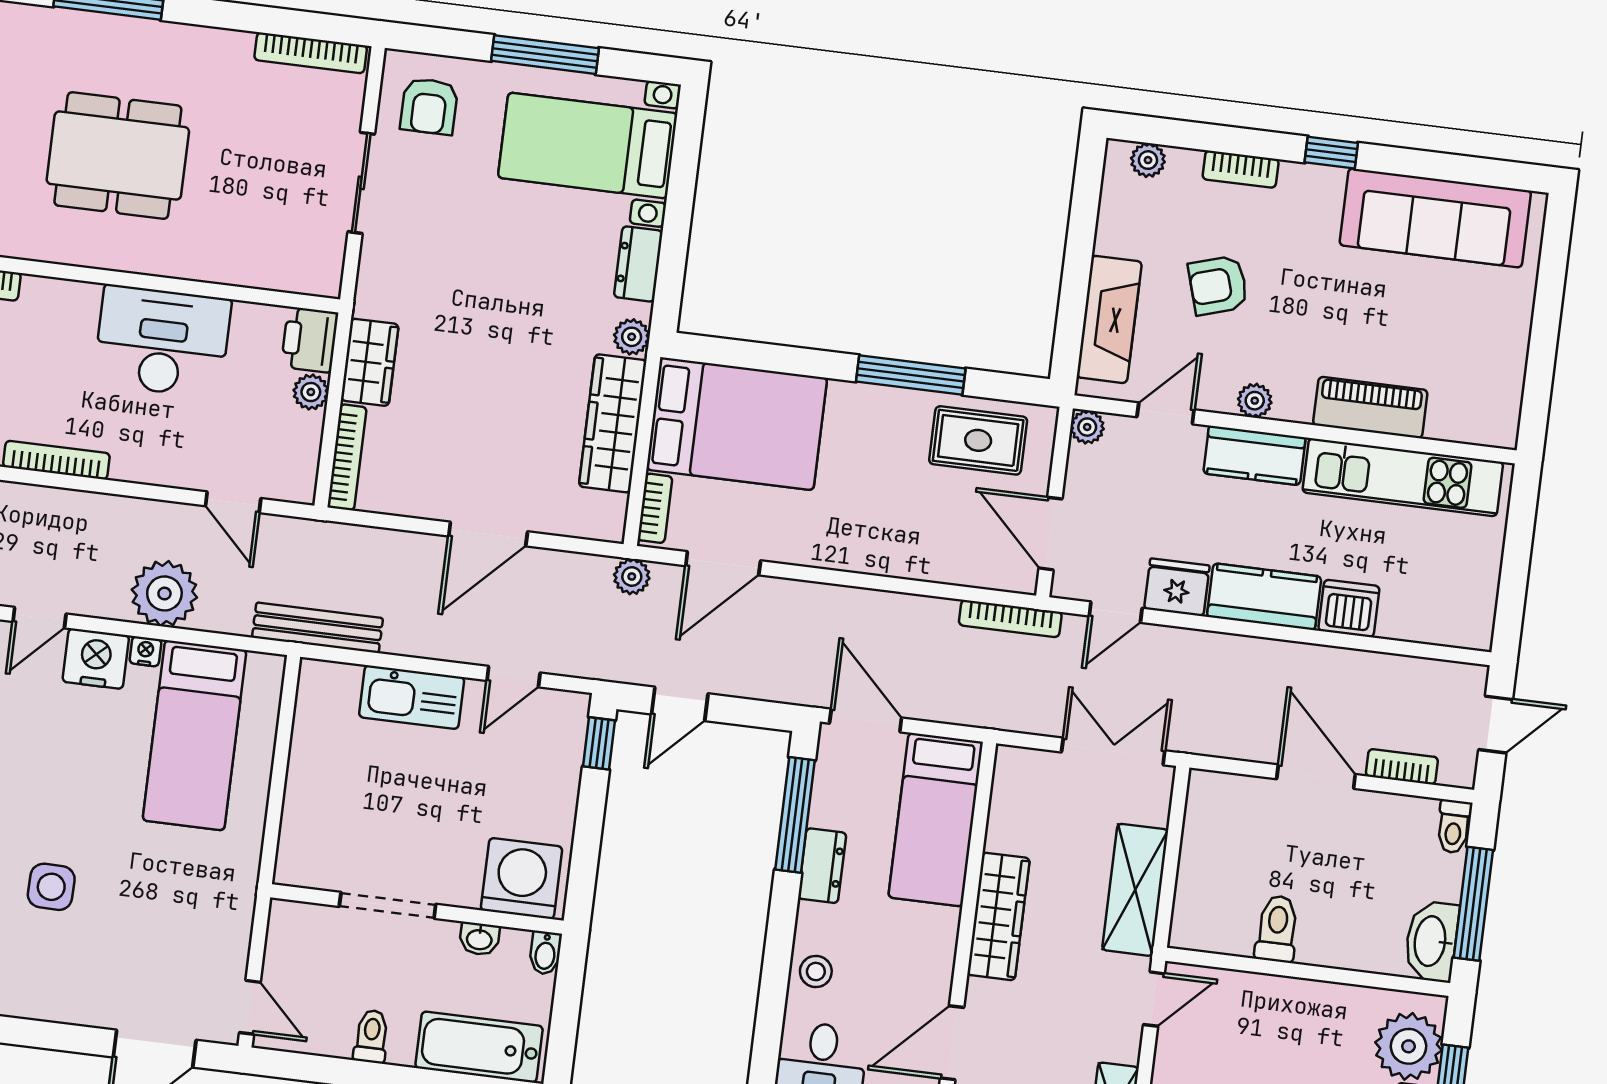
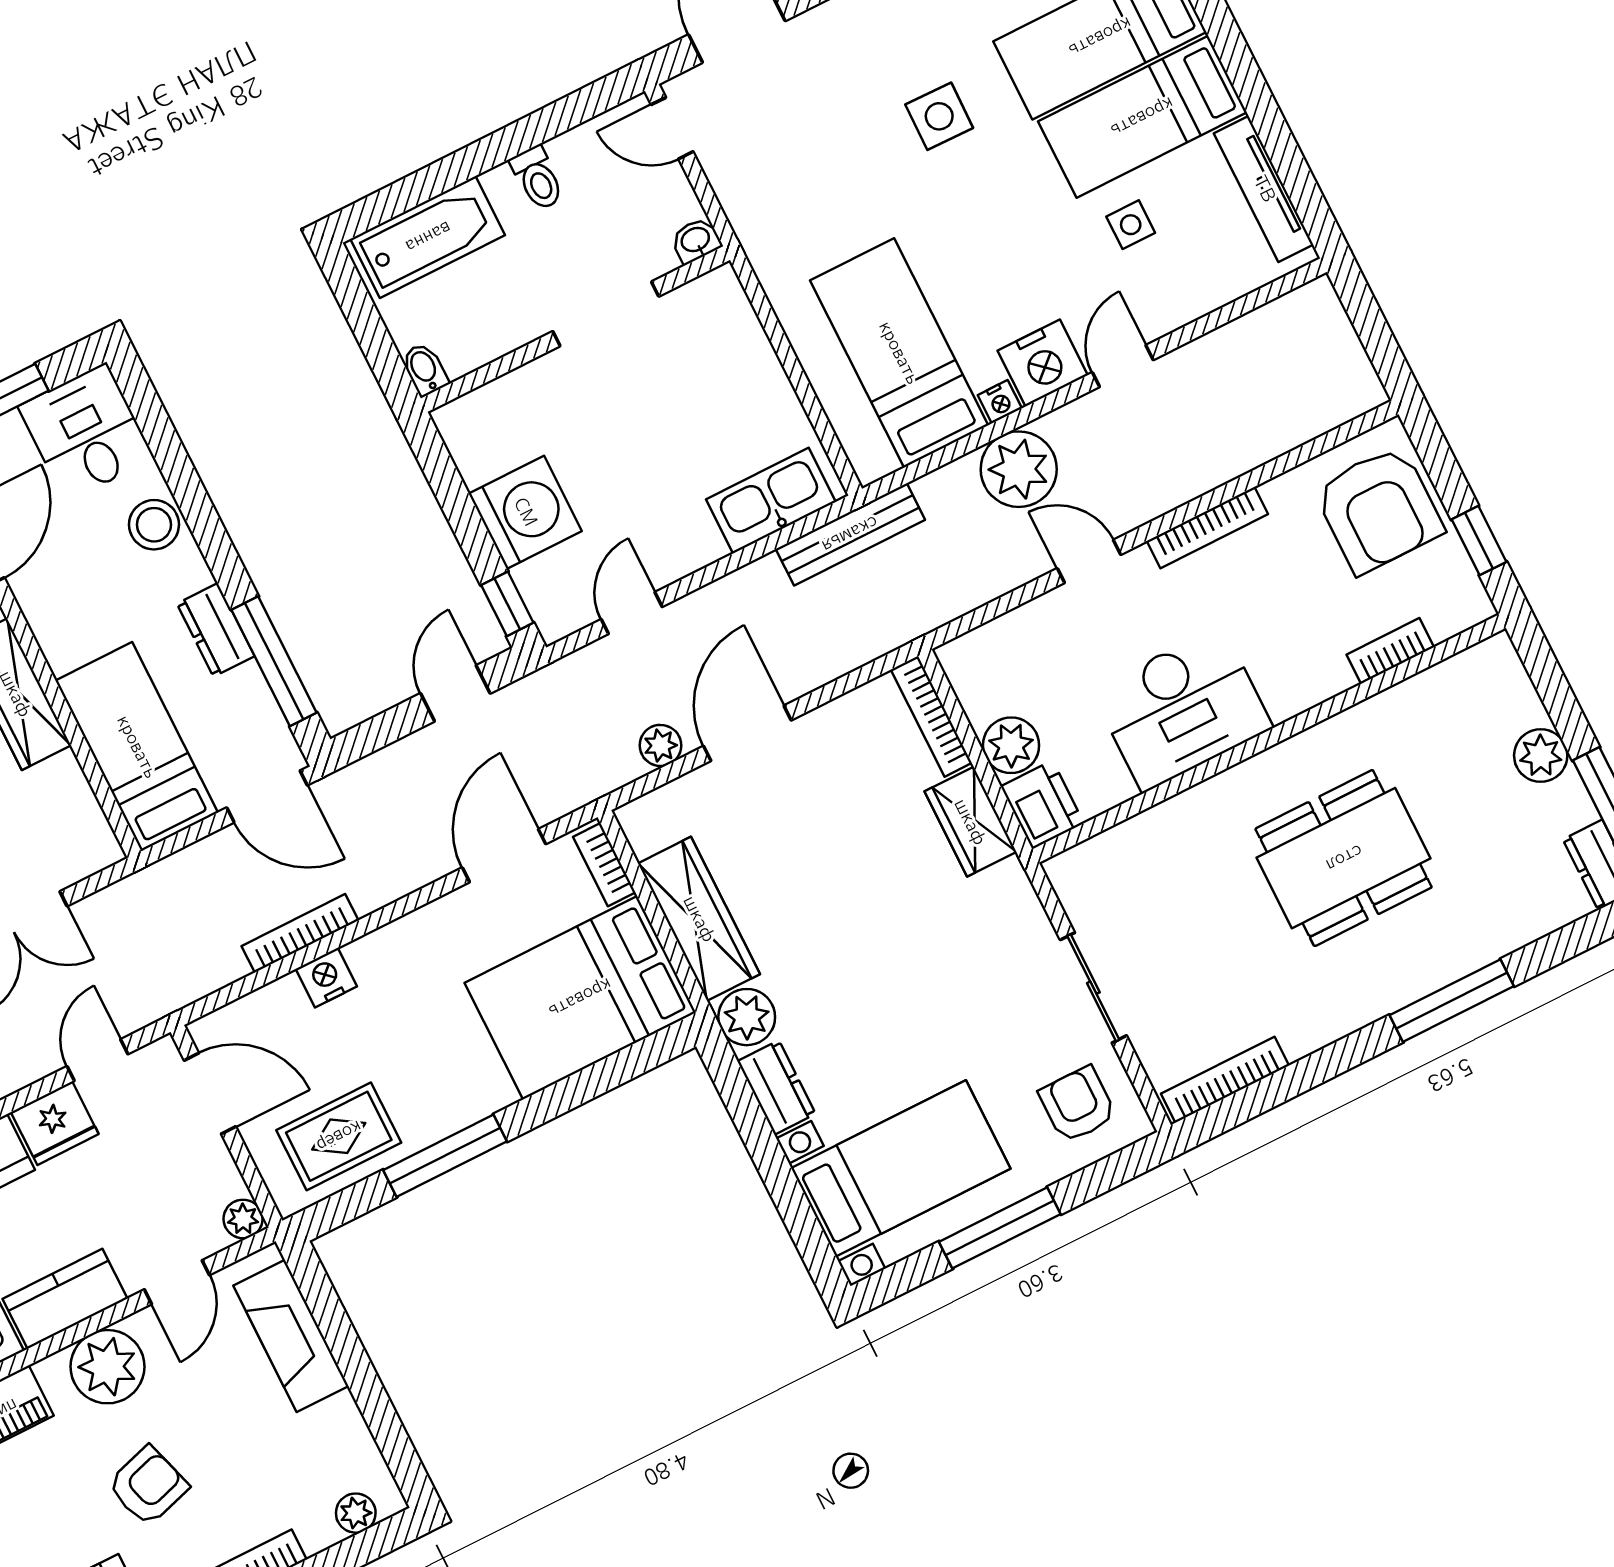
armchair: (1218, 285) -> (148, 1486), moved
plant: (632, 337) -> (747, 1017), width x1.38, depth x1.38
plant: (311, 392) -> (1011, 745), width x1.38, depth x1.38
plant: (1255, 401) -> (107, 1367), width x1.88, depth x1.88
door: (233, 502) -> (1089, 561), moved
nightstand: (910, 561) -> (326, 978), added
plant: (632, 577) -> (661, 745), moved
bookcase: (1010, 619) -> (300, 933), moved
kitchen sink: (412, 697) -> (771, 501), moved
washing machine: (522, 878) -> (525, 512), moved, turned -90
washbasin: (479, 939) -> (696, 240), moved
stool: (816, 971) -> (154, 525), width x1.37, depth x1.37

